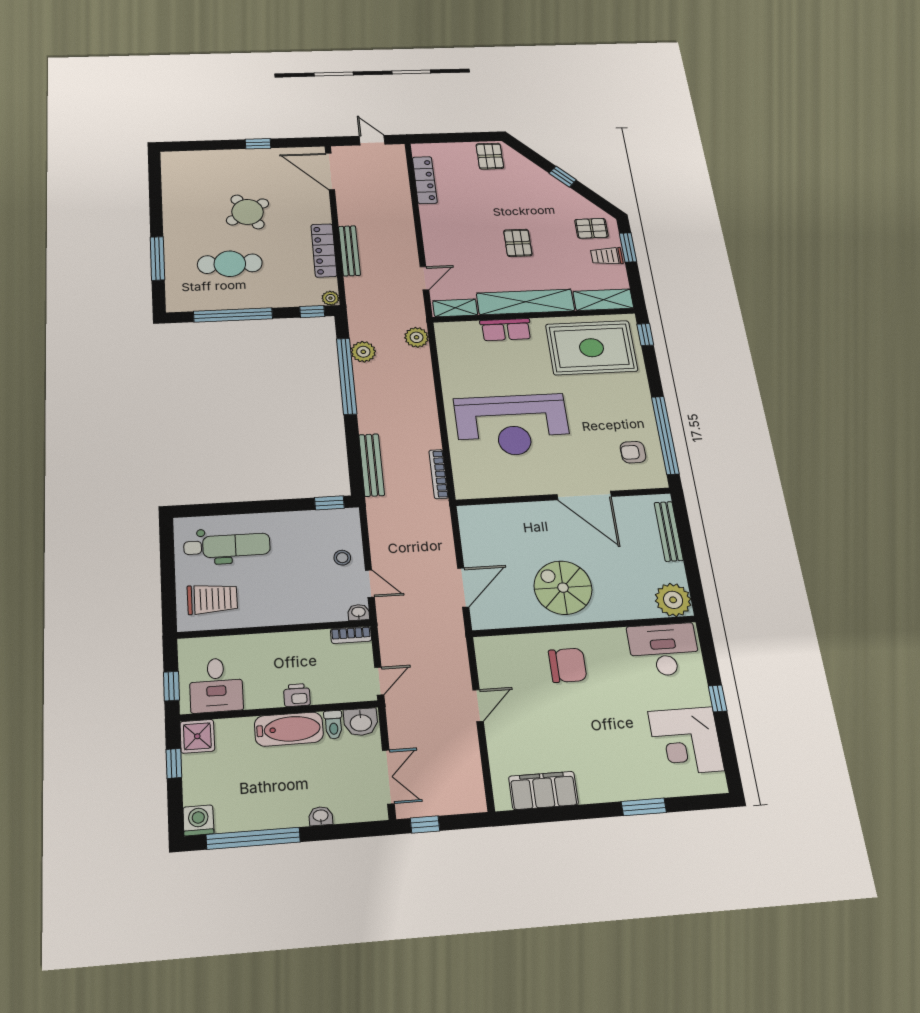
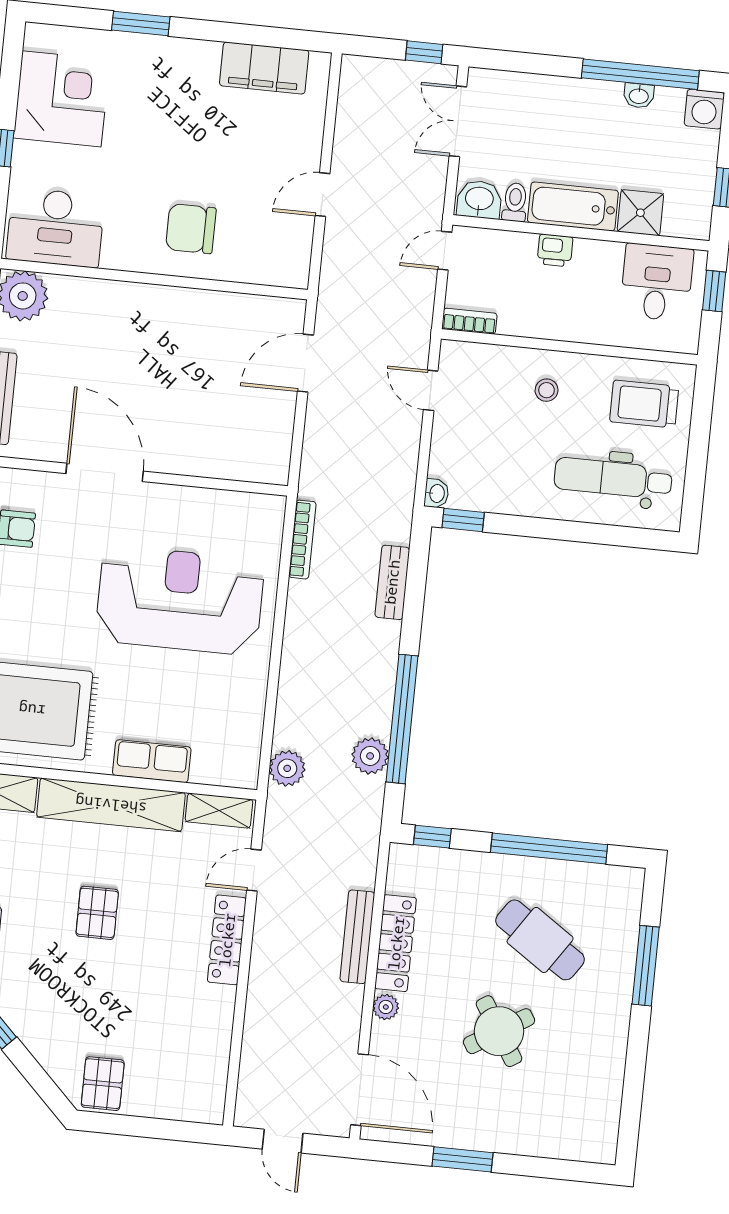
window: (258, 144) -> (463, 1159), width x1.50
locker: (425, 180) -> (227, 940), moved
cafe table: (230, 264) -> (540, 940), turned 34
plant: (330, 298) -> (386, 1007), moved
bench: (372, 465) -> (392, 582), width x0.73
stool: (342, 558) -> (547, 390), moved
spiral stairs: (563, 588) -> (169, 340), removed
washbasin: (359, 612) -> (436, 493), moved, turned -90
shower: (197, 736) -> (640, 213), moved
washbasin: (321, 816) -> (639, 96), moved

